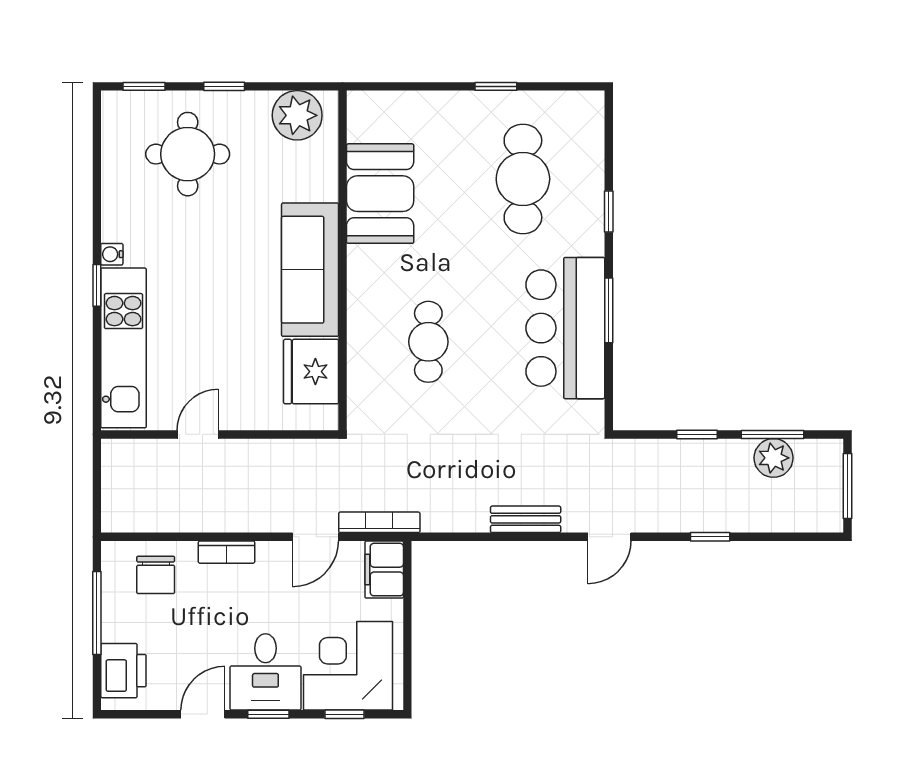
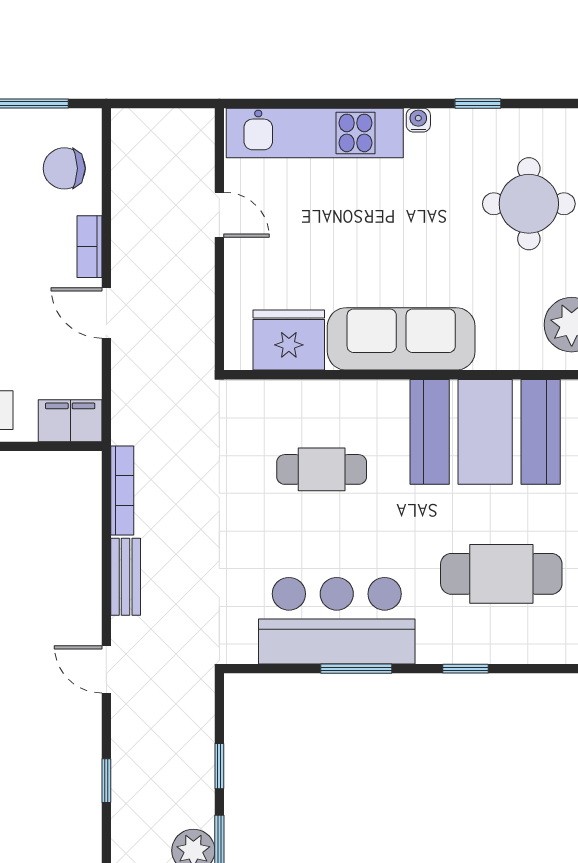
booth: (380, 194) -> (485, 432), width x1.36, depth x1.42
window: (97, 285) -> (478, 104), moved
bookcase: (379, 522) -> (122, 490), moved
door: (315, 537) -> (106, 313), moved

